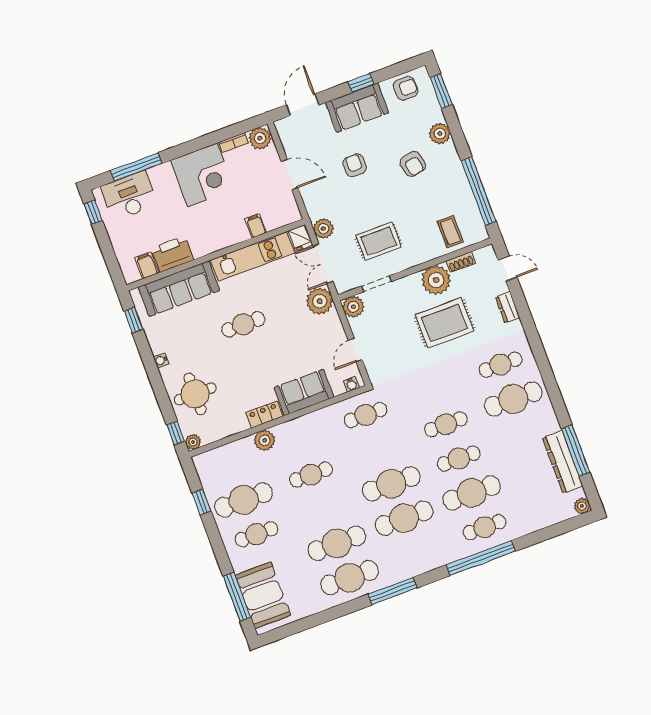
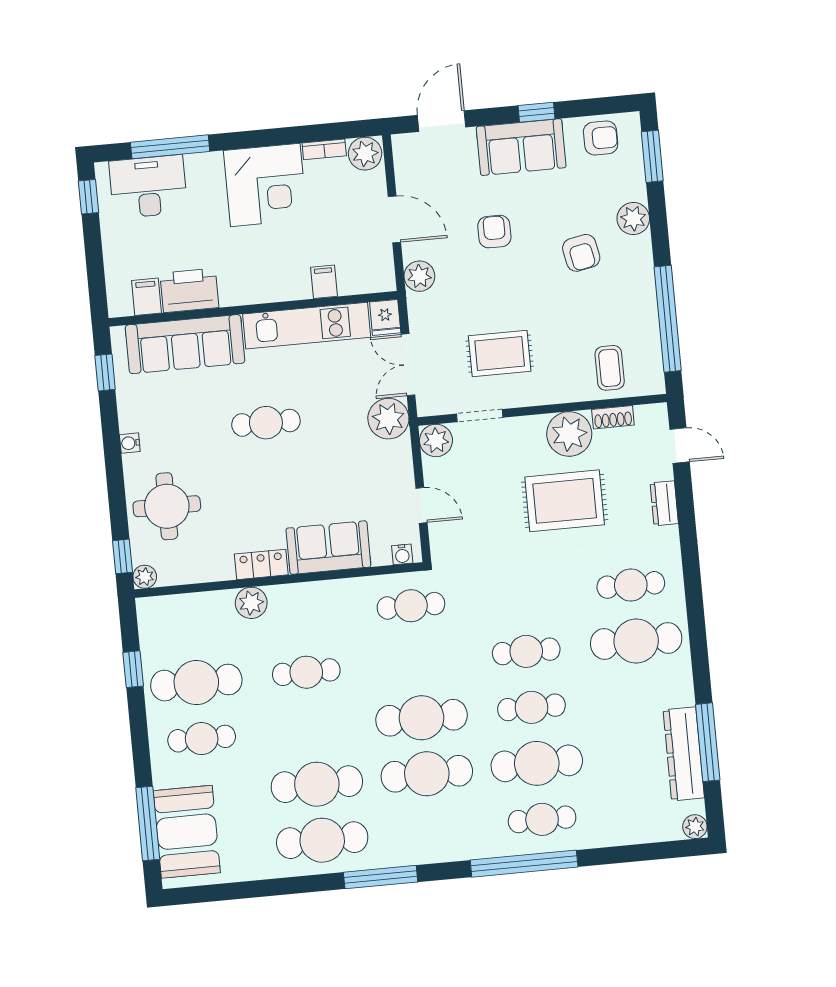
plant: (323, 229) -> (419, 276), moved
door: (355, 350) -> (421, 505), swing flipped

